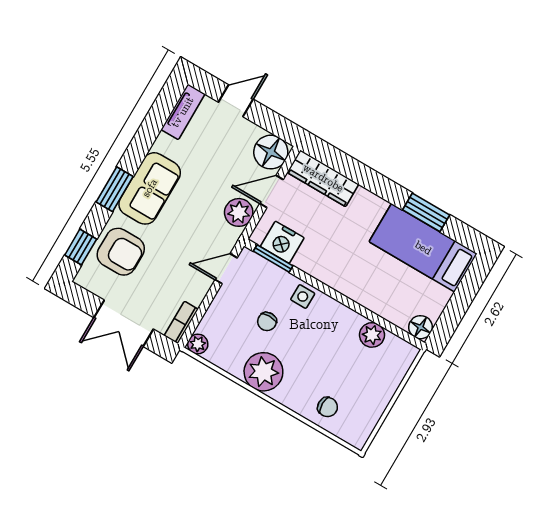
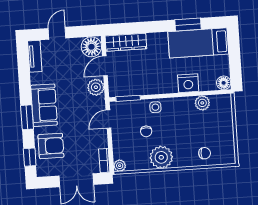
nightstand: (282, 242) -> (188, 83), moved

